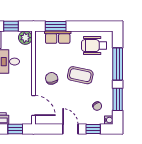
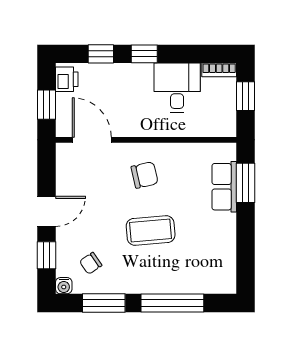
plant: (25, 38) -> (223, 124), removed
wheelchair: (94, 46) -> (208, 257), removed
coffee table: (80, 75) -> (151, 231), turned 73
door: (33, 106) -> (92, 140), swing flipped

